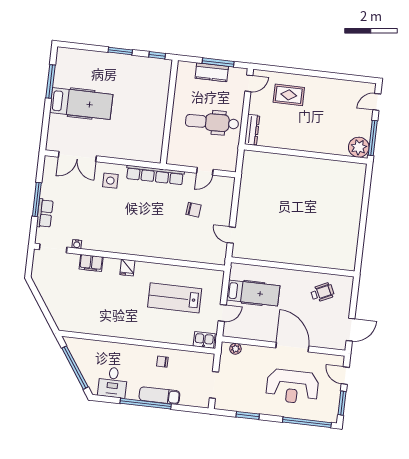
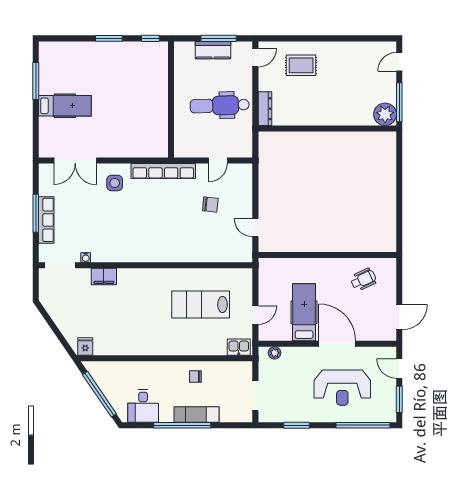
hospital bed: (81, 104) -> (65, 106), width x0.73, depth x0.78
row of seats: (45, 213) -> (46, 220), width x1.48
fridge: (127, 268) -> (85, 347), moved, turned 180
hospital bed: (253, 293) -> (304, 312), moved, turned -90

